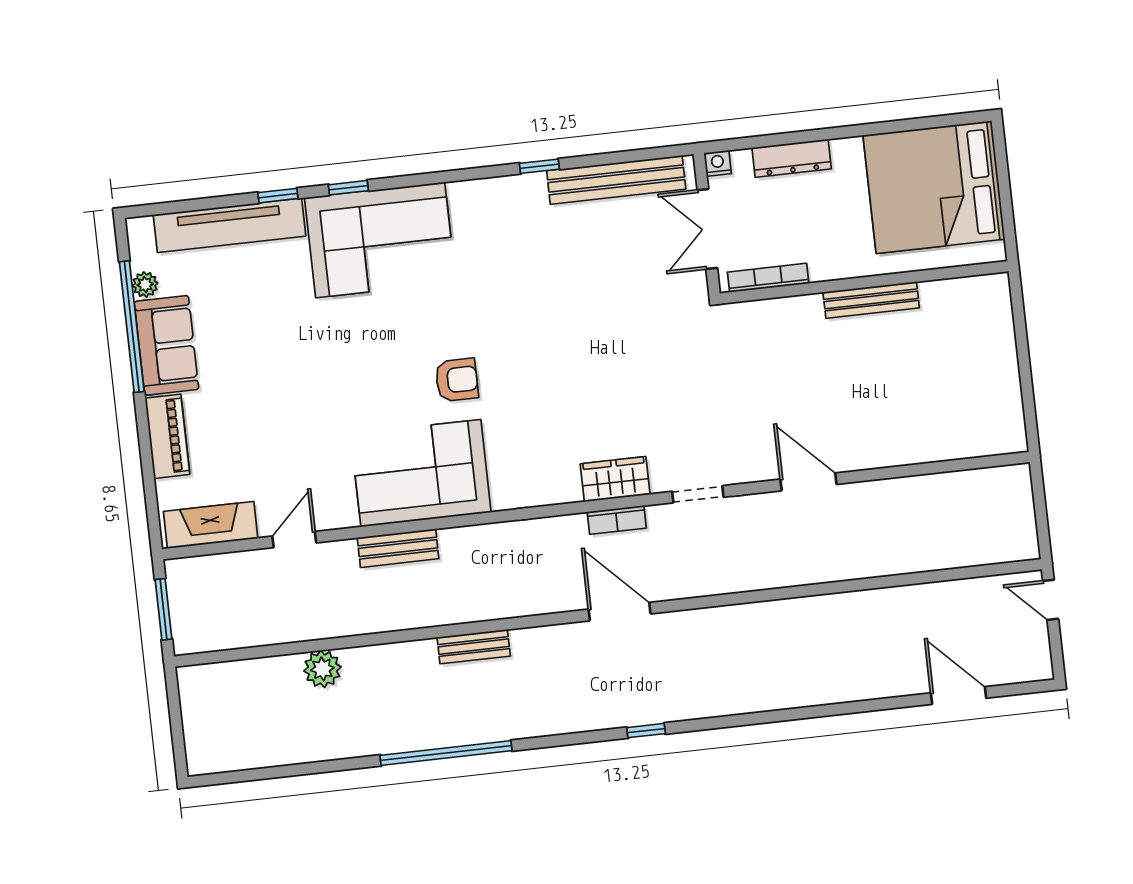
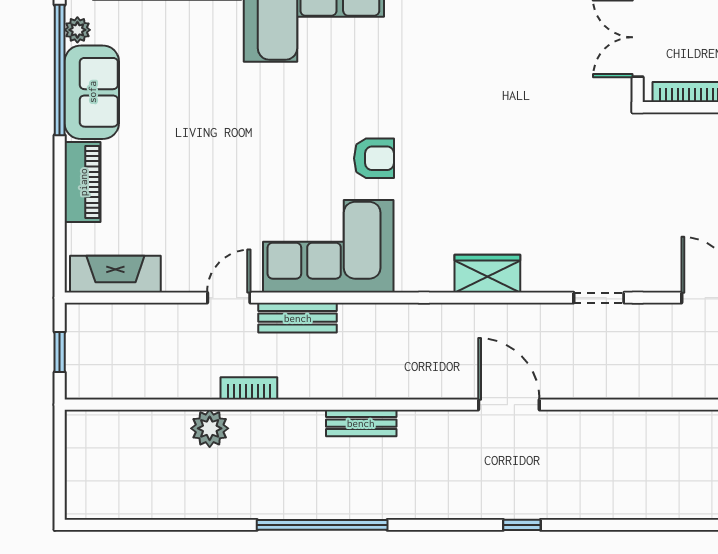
wardrobe: (615, 479) -> (487, 274), moved
bookcase: (617, 520) -> (249, 388), moved, turned 180
door: (294, 540) -> (229, 298), moved
window: (163, 609) -> (60, 352), width x0.67

